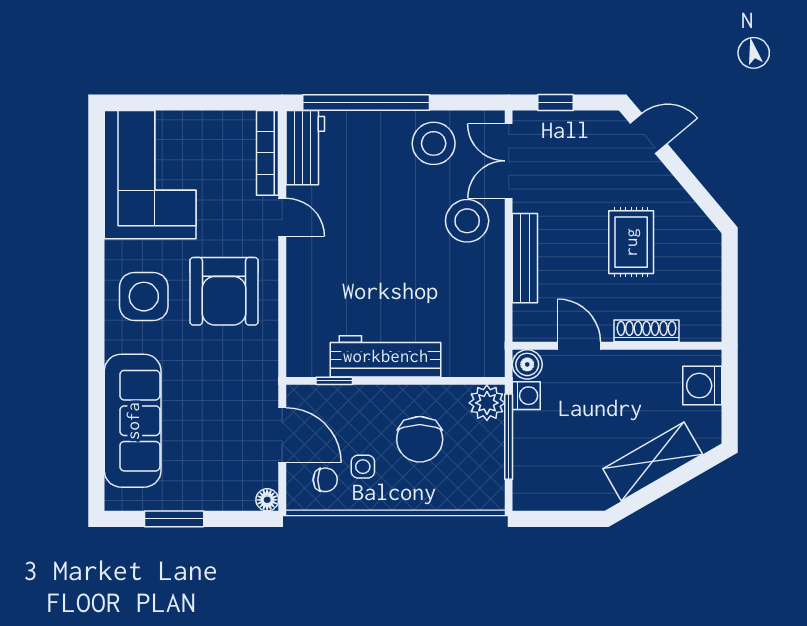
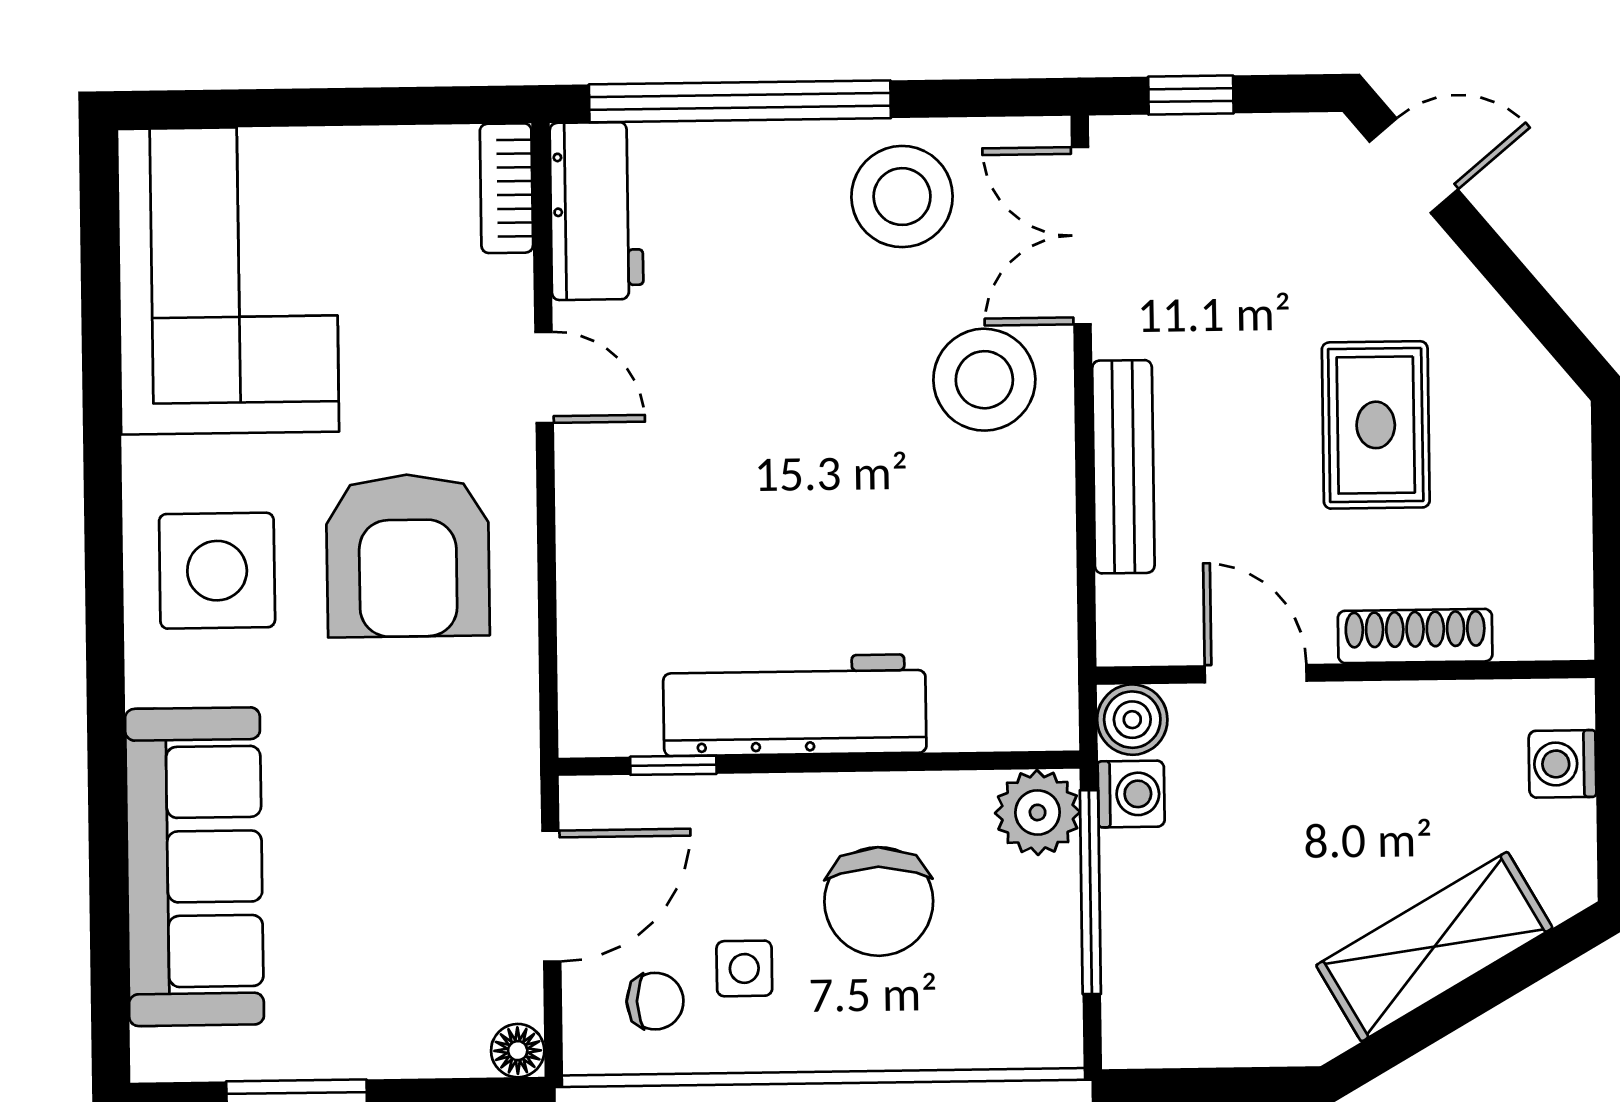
bookcase: (268, 153) -> (506, 188), width x0.64
washing machine: (702, 386) -> (1562, 764), width x0.73, depth x0.73
door: (282, 435) -> (551, 896), hinge flipped

